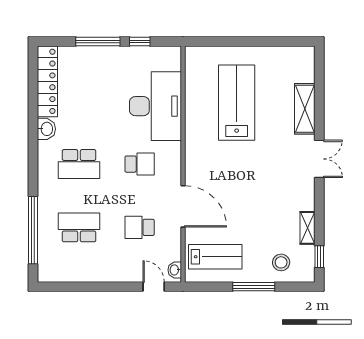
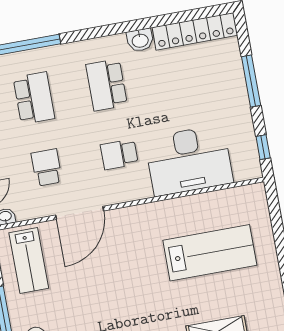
window: (140, 41) -> (263, 147), moved
school desk: (140, 164) -> (119, 154), turned 90

